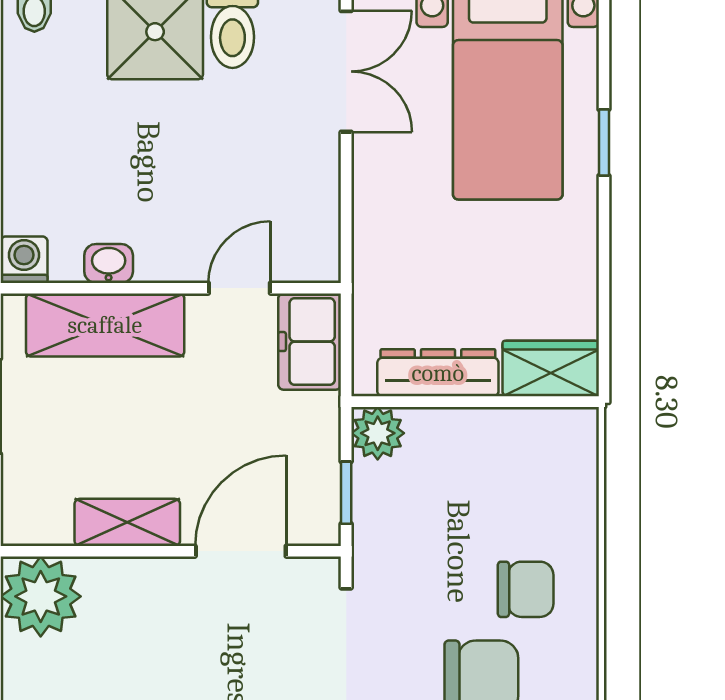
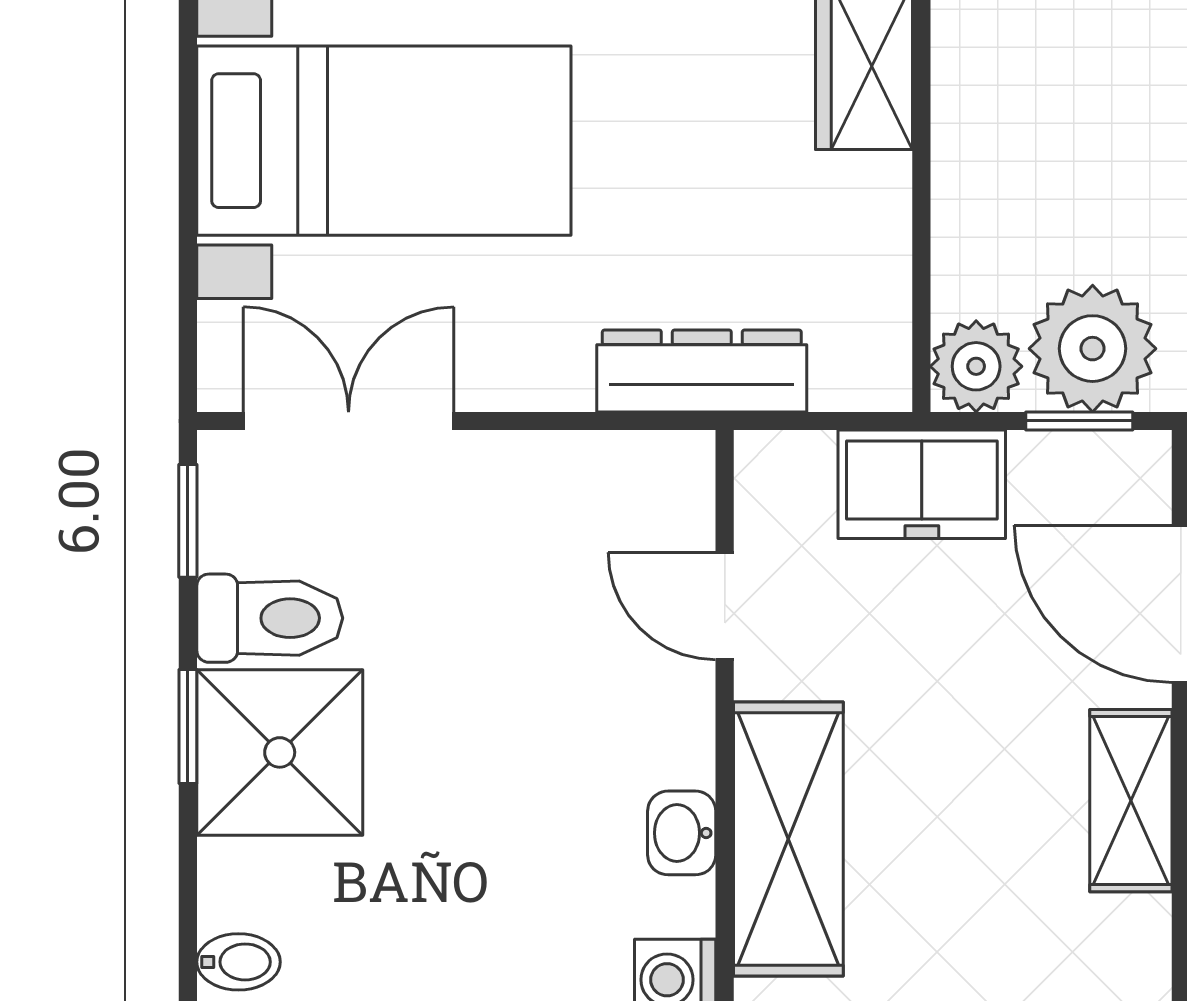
freezer: (310, 342) -> (922, 484), moved
dresser: (438, 373) -> (702, 371), moved, turned 90
plant: (388, 500) -> (1093, 349), added

